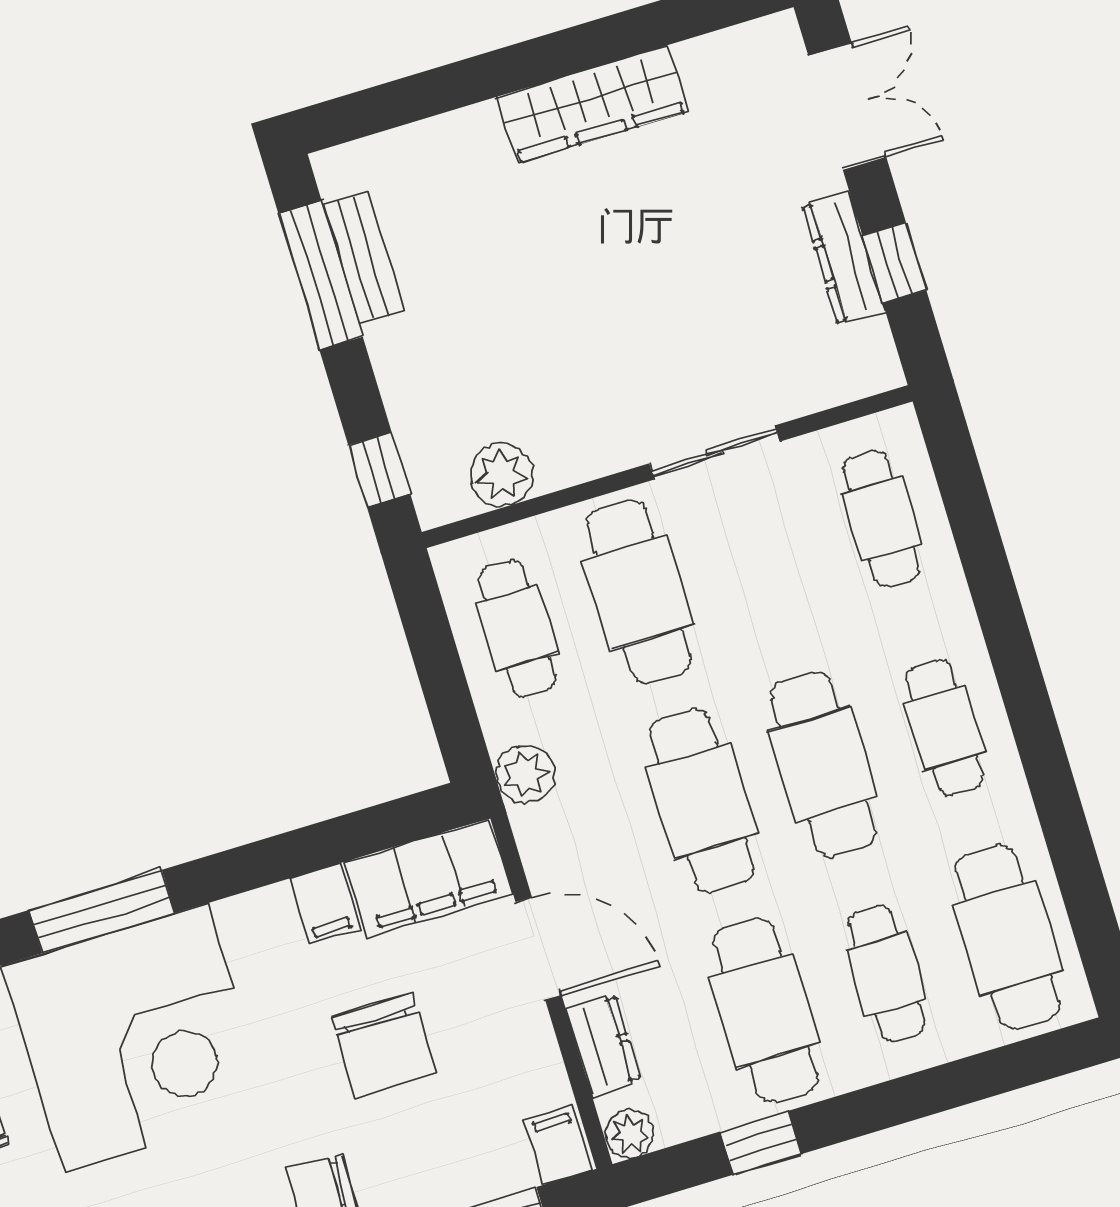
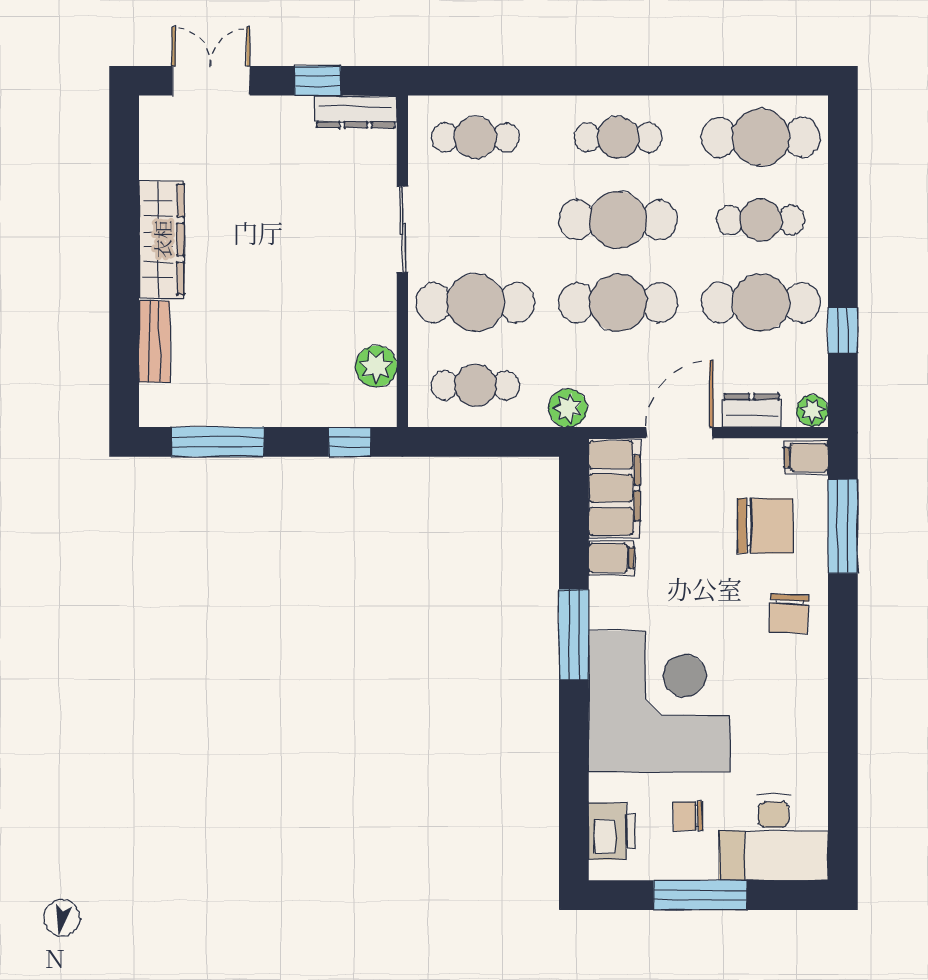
bench: (364, 258) -> (154, 342), moved, turned 90
dresser: (844, 258) -> (356, 112), moved
window: (102, 911) -> (574, 635), moved
chair: (384, 1045) -> (765, 526), moved

